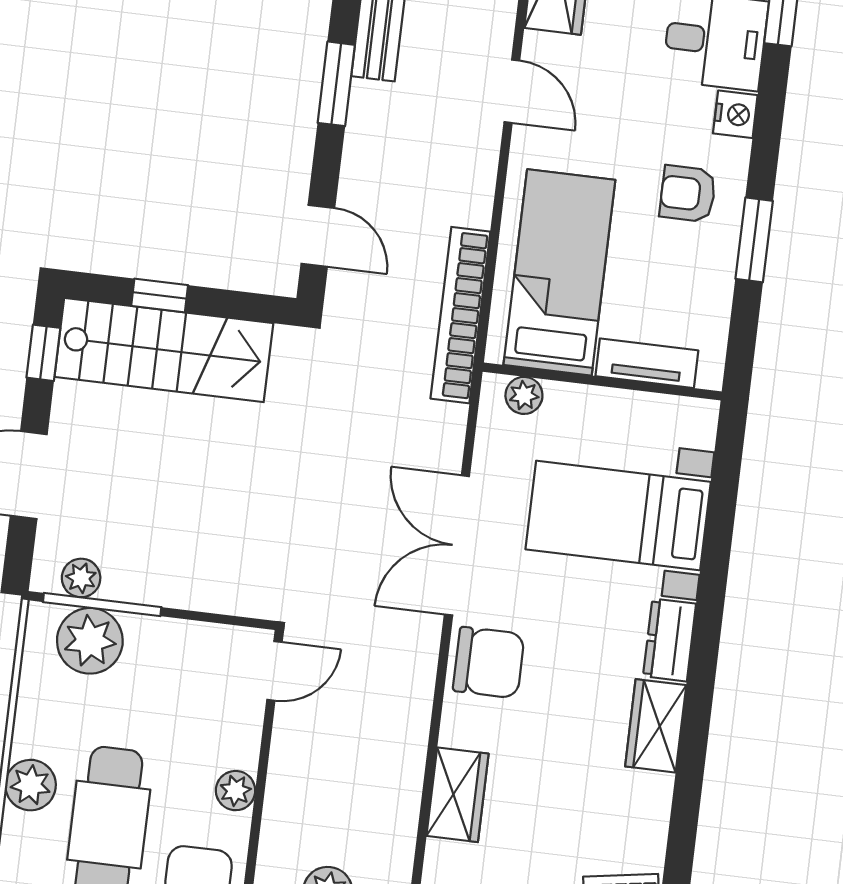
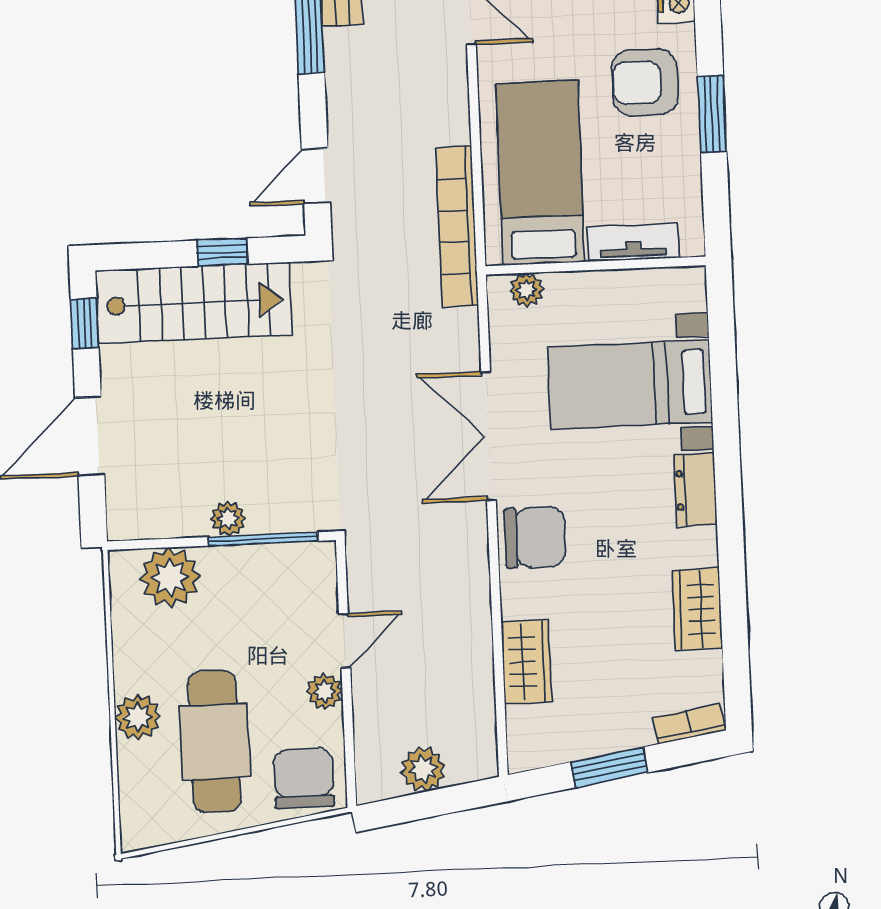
armchair: (688, 194) -> (645, 82), width x1.38, depth x1.38
door: (318, 236) -> (316, 176), swing flipped
window: (160, 295) -> (222, 252), moved
plant: (81, 578) -> (228, 519), moved
window: (102, 605) -> (263, 539), moved
door: (274, 671) -> (345, 641), moved
wardrobe: (656, 726) -> (698, 609), moved

